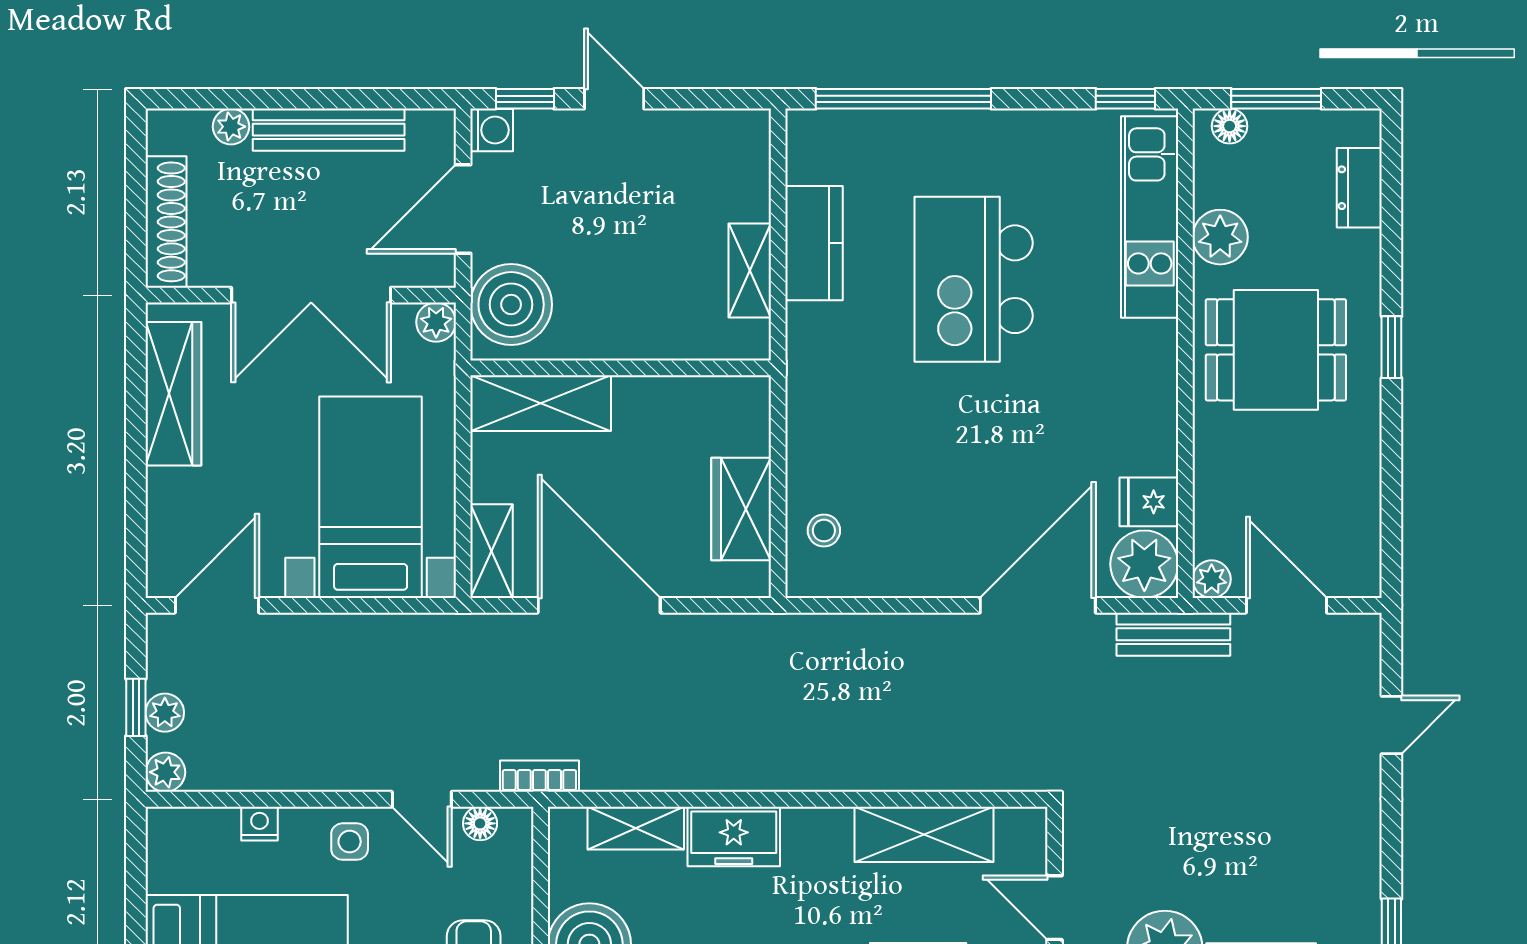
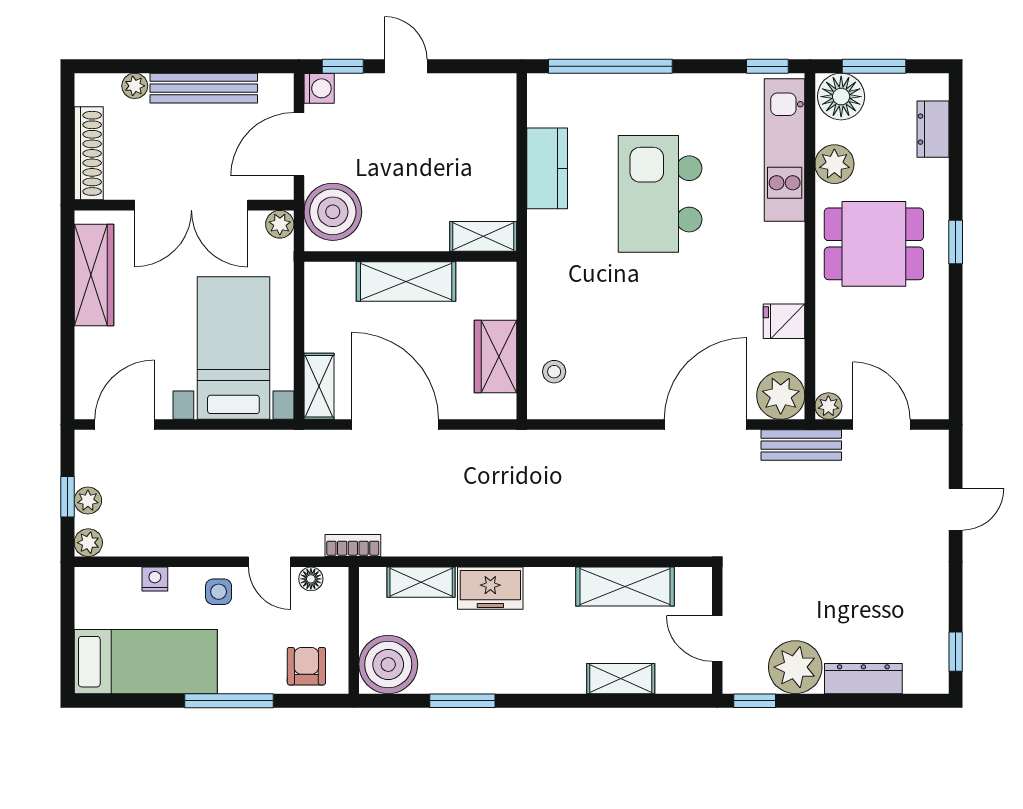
floor lamp: (1230, 126) -> (841, 97), width x1.89, depth x1.89
shelving: (750, 271) -> (483, 236), moved, turned 90
shelving: (541, 403) -> (406, 282), moved
fridge: (1149, 502) -> (784, 321), moved

